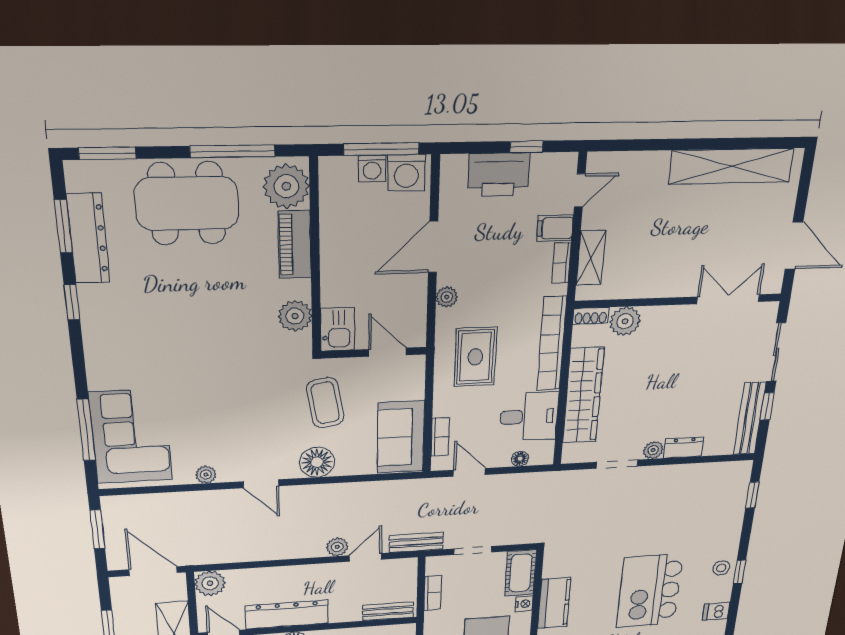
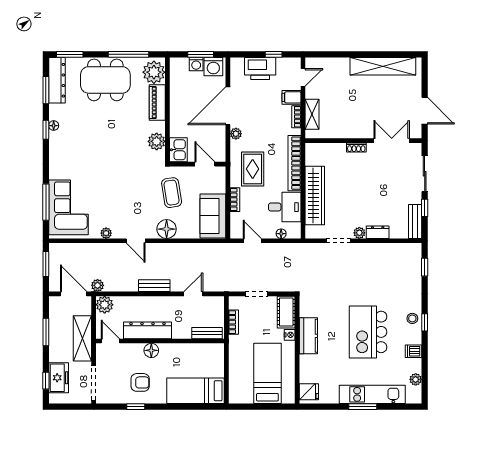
window: (381, 149) -> (201, 54), width x0.69
dresser: (88, 238) -> (57, 80), moved
door: (433, 247) -> (228, 106), width x1.36
floor lamp: (87, 294) -> (54, 126), added
shoe rack: (591, 316) -> (356, 147), moved
plant: (625, 321) -> (334, 151), removed
bench: (750, 418) -> (415, 221), width x0.73
bookcase: (440, 437) -> (235, 200), moved
bench: (416, 542) -> (154, 286), moved
plant: (337, 547) -> (98, 285), moved

